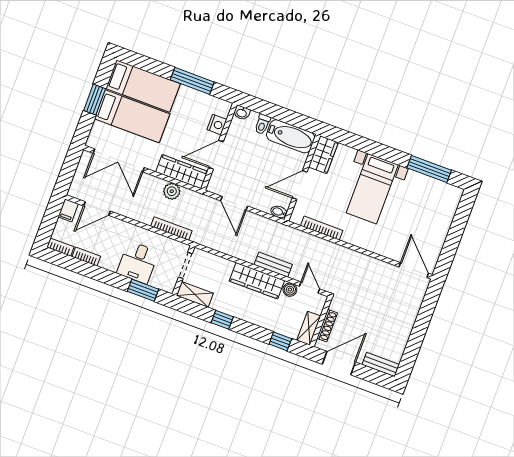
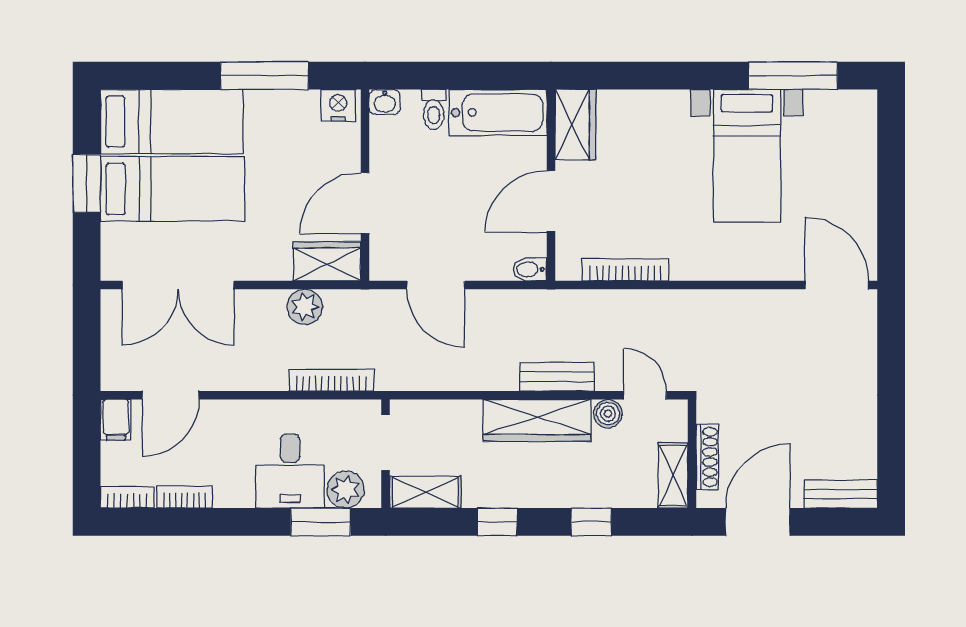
nightstand: (217, 125) -> (338, 105), moved, turned -90
wardrobe: (182, 172) -> (327, 261), width x0.67
bed with nightstands: (372, 189) -> (747, 156), moved
plant: (160, 280) -> (346, 490), added
window: (280, 341) -> (591, 522), moved

